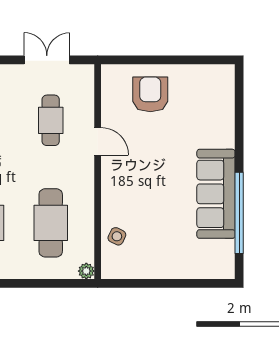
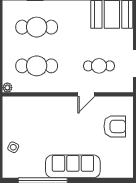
sofa: (216, 194) -> (73, 166), moved
side table: (117, 236) -> (13, 147), moved

